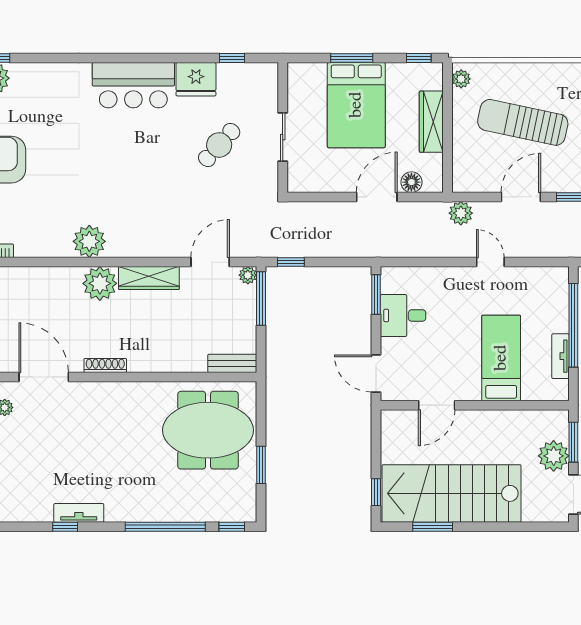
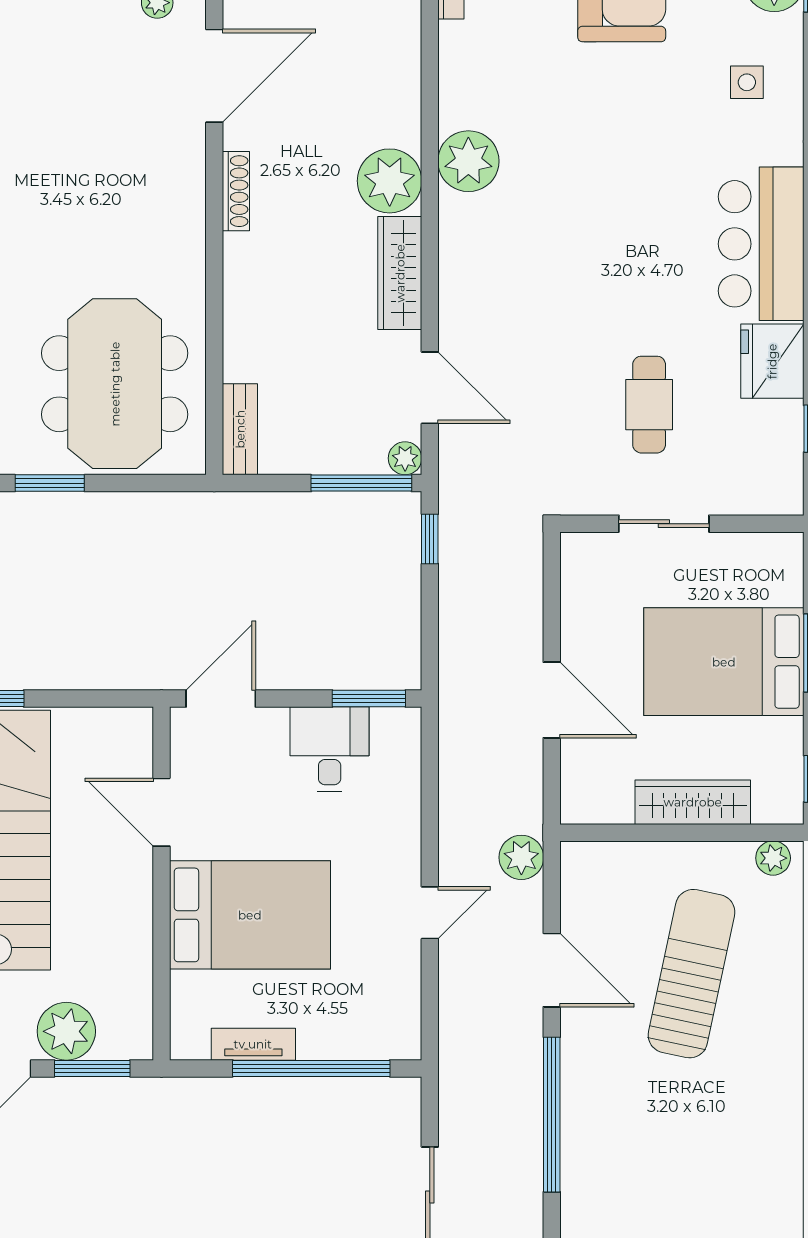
side table: (47, 93) -> (747, 82), added
cafe table: (219, 145) -> (649, 405), turned 48
floor lamp: (411, 182) -> (579, 765), removed
bed: (501, 358) -> (250, 915), width x1.50

